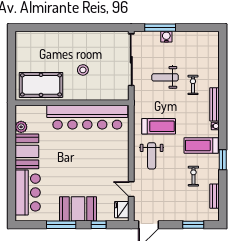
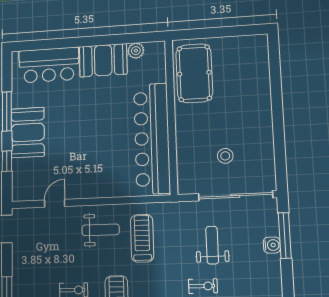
stool: (83, 70) -> (225, 156), moved
treadmill: (159, 126) -> (142, 238), turned 180
weight bench: (152, 156) -> (101, 230), turned 180
fridge: (122, 210) -> (27, 191), removed

